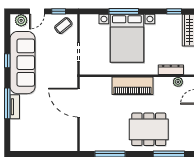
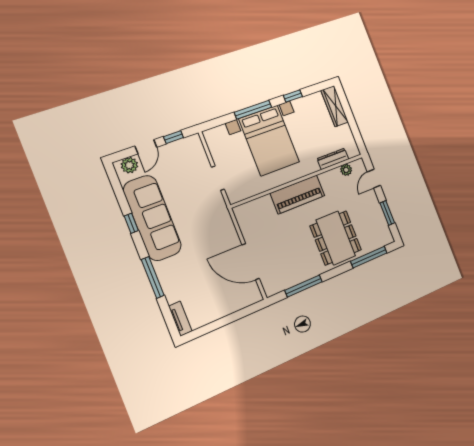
window: (174, 11) -> (293, 96), moved
coffee table: (63, 26) -> (186, 153), removed
door: (79, 103) -> (251, 262), moved
tv unit: (15, 107) -> (180, 319), moved
dining table: (149, 129) -> (336, 238), turned 90

